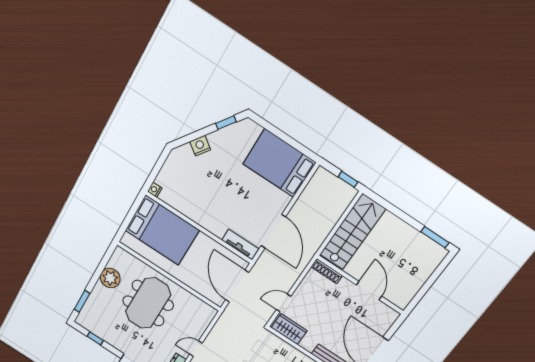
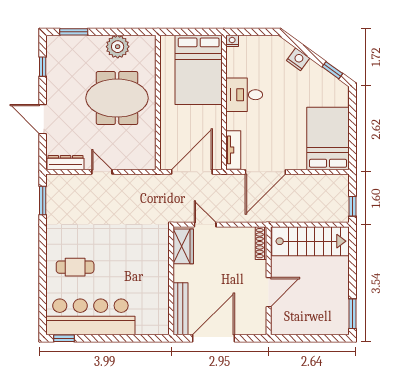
desk: (202, 208) -> (244, 95), added

